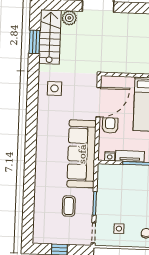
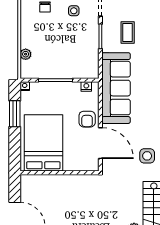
door: (98, 102) -> (100, 143), swing flipped
tv unit: (130, 156) -> (65, 87), removed

